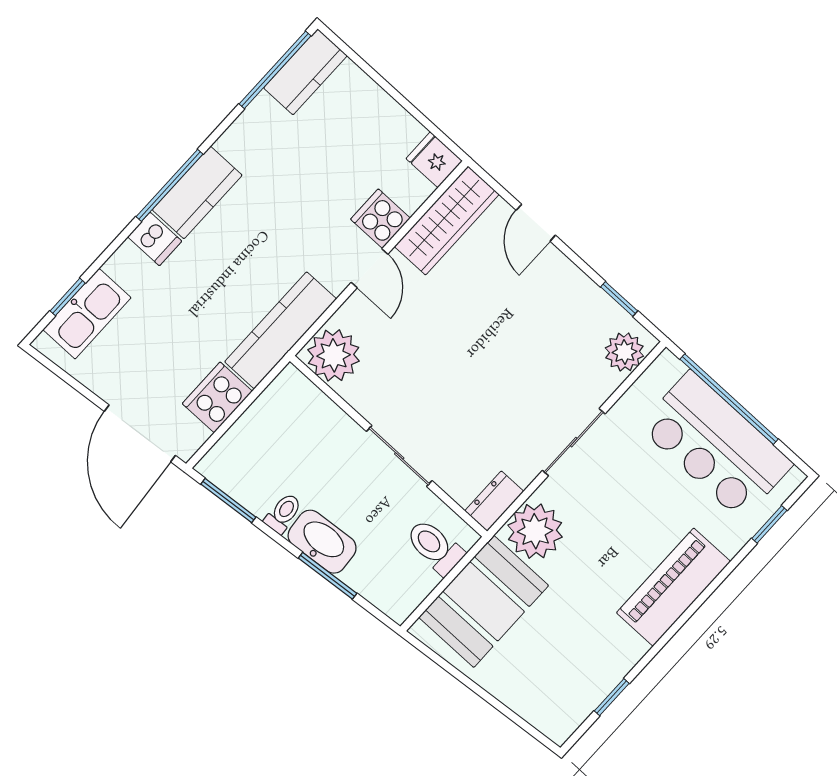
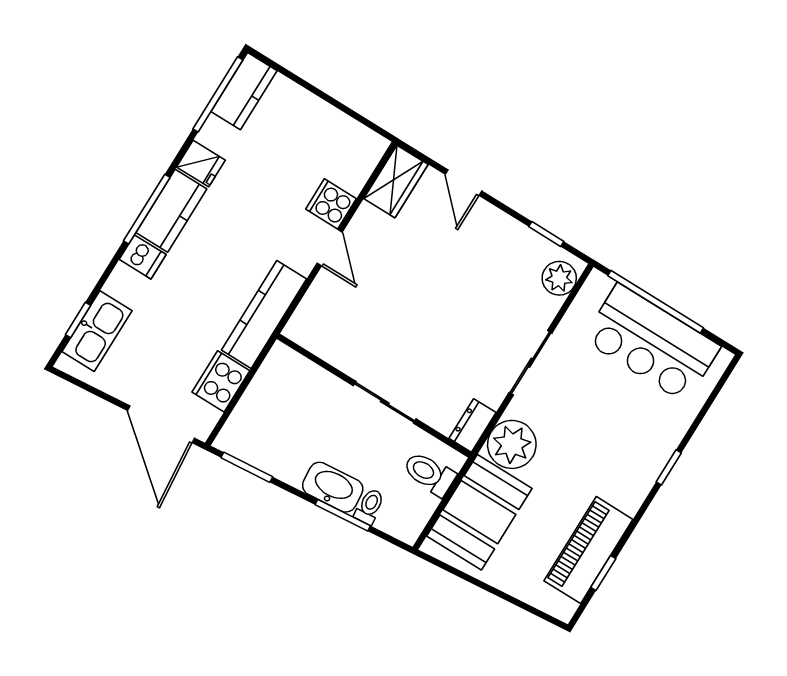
fridge: (434, 160) -> (201, 164), moved, turned 180
wardrobe: (447, 220) -> (396, 181), width x0.67
plant: (334, 355) -> (313, 327), removed
toilet: (283, 513) -> (369, 506), moved
window: (769, 524) -> (669, 467), moved
piano: (673, 587) -> (588, 550), moved

